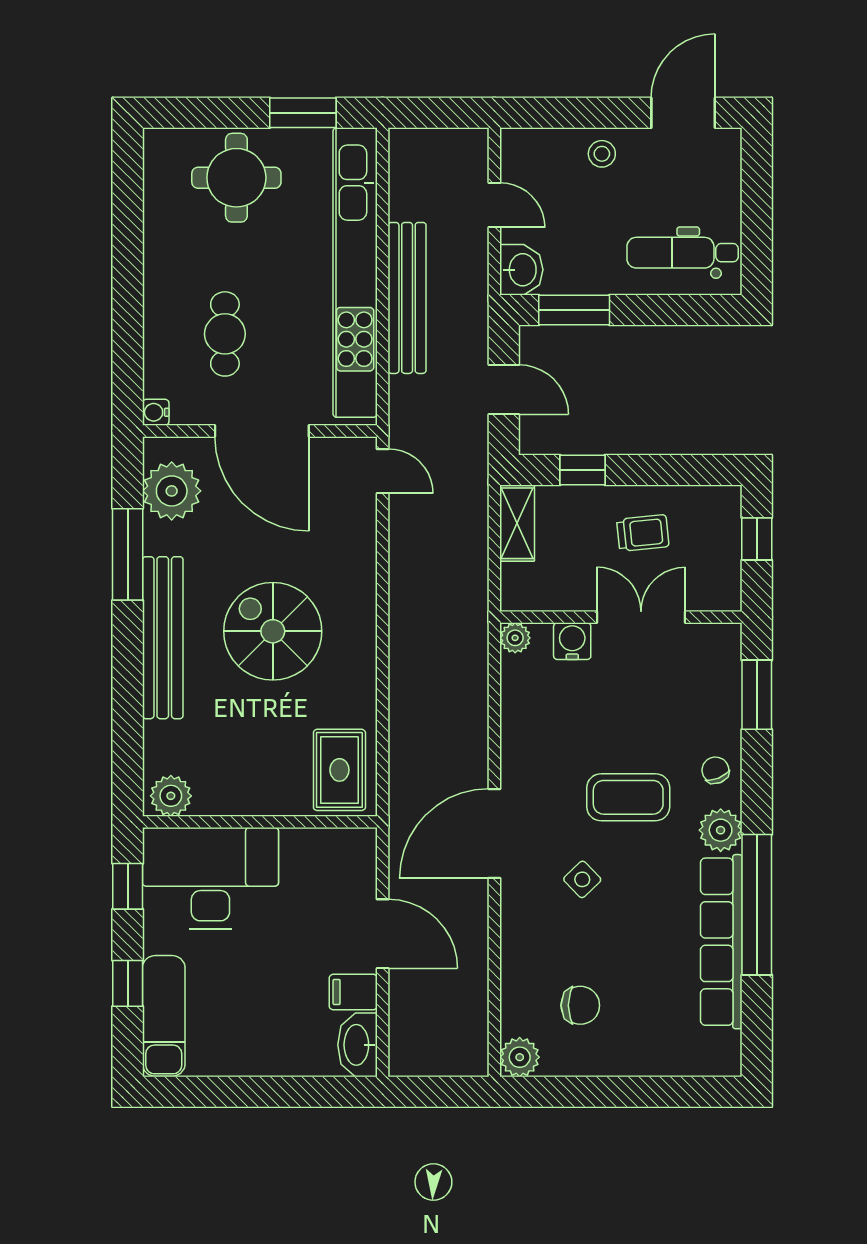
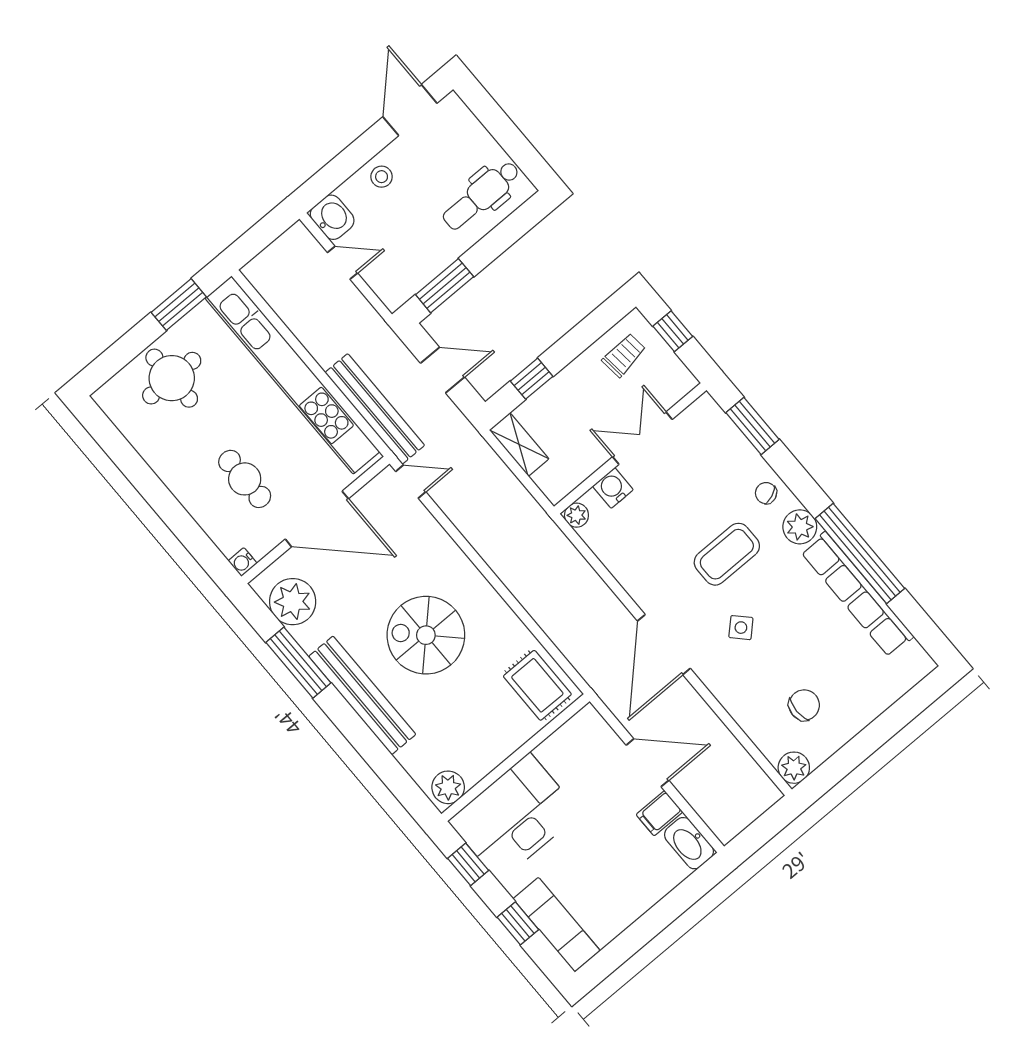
washbasin: (521, 270) -> (332, 217), moved
bench: (407, 298) -> (375, 409), moved
trolley: (643, 533) -> (624, 355), moved

